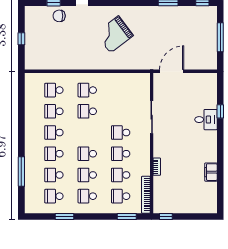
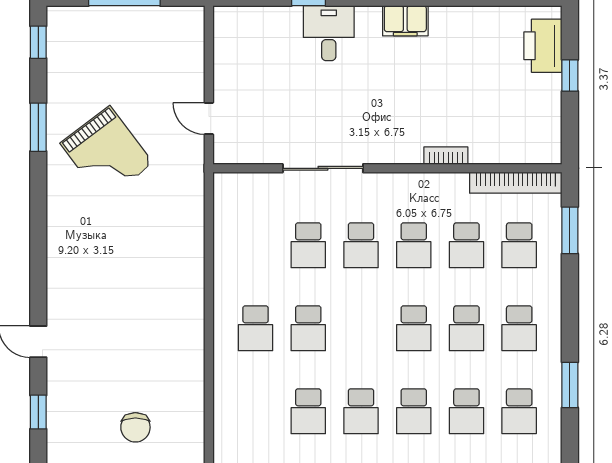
chair: (59, 16) -> (135, 427), moved
grand piano: (114, 34) -> (107, 153), moved
door: (172, 71) -> (209, 119), width x0.53
school desk: (54, 90) -> (308, 245), moved
filing cabinet: (211, 172) -> (405, 21), moved
printer: (201, 206) -> (543, 46), added
window: (166, 217) -> (570, 75), moved

